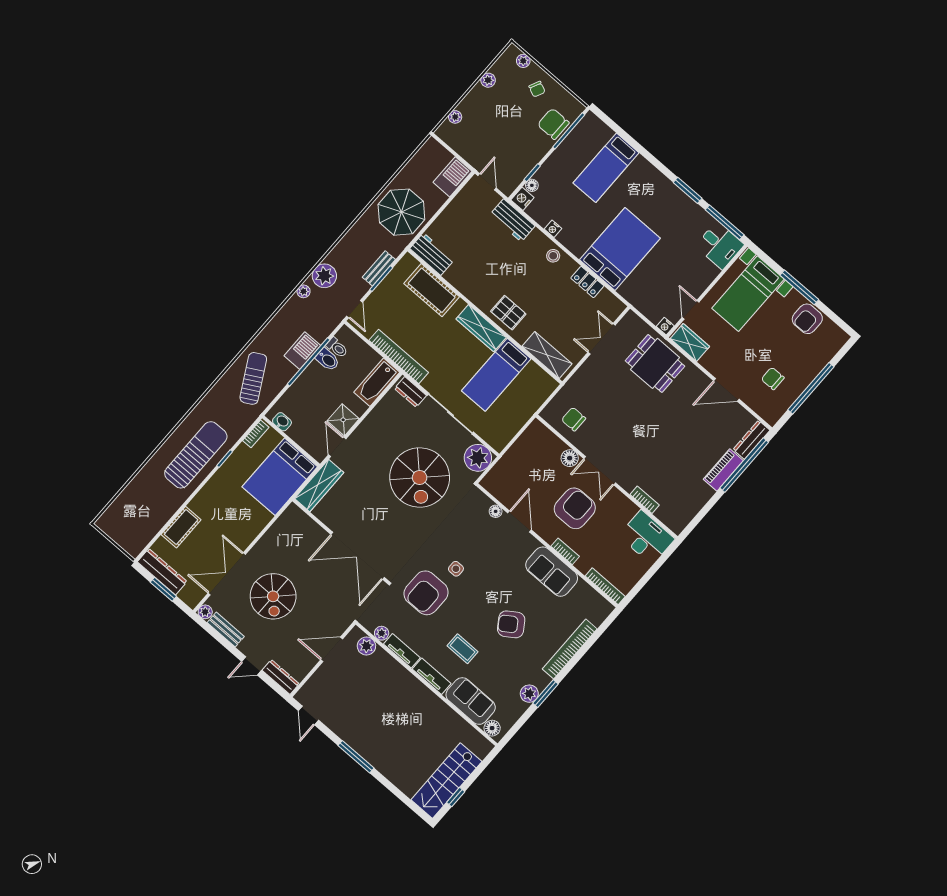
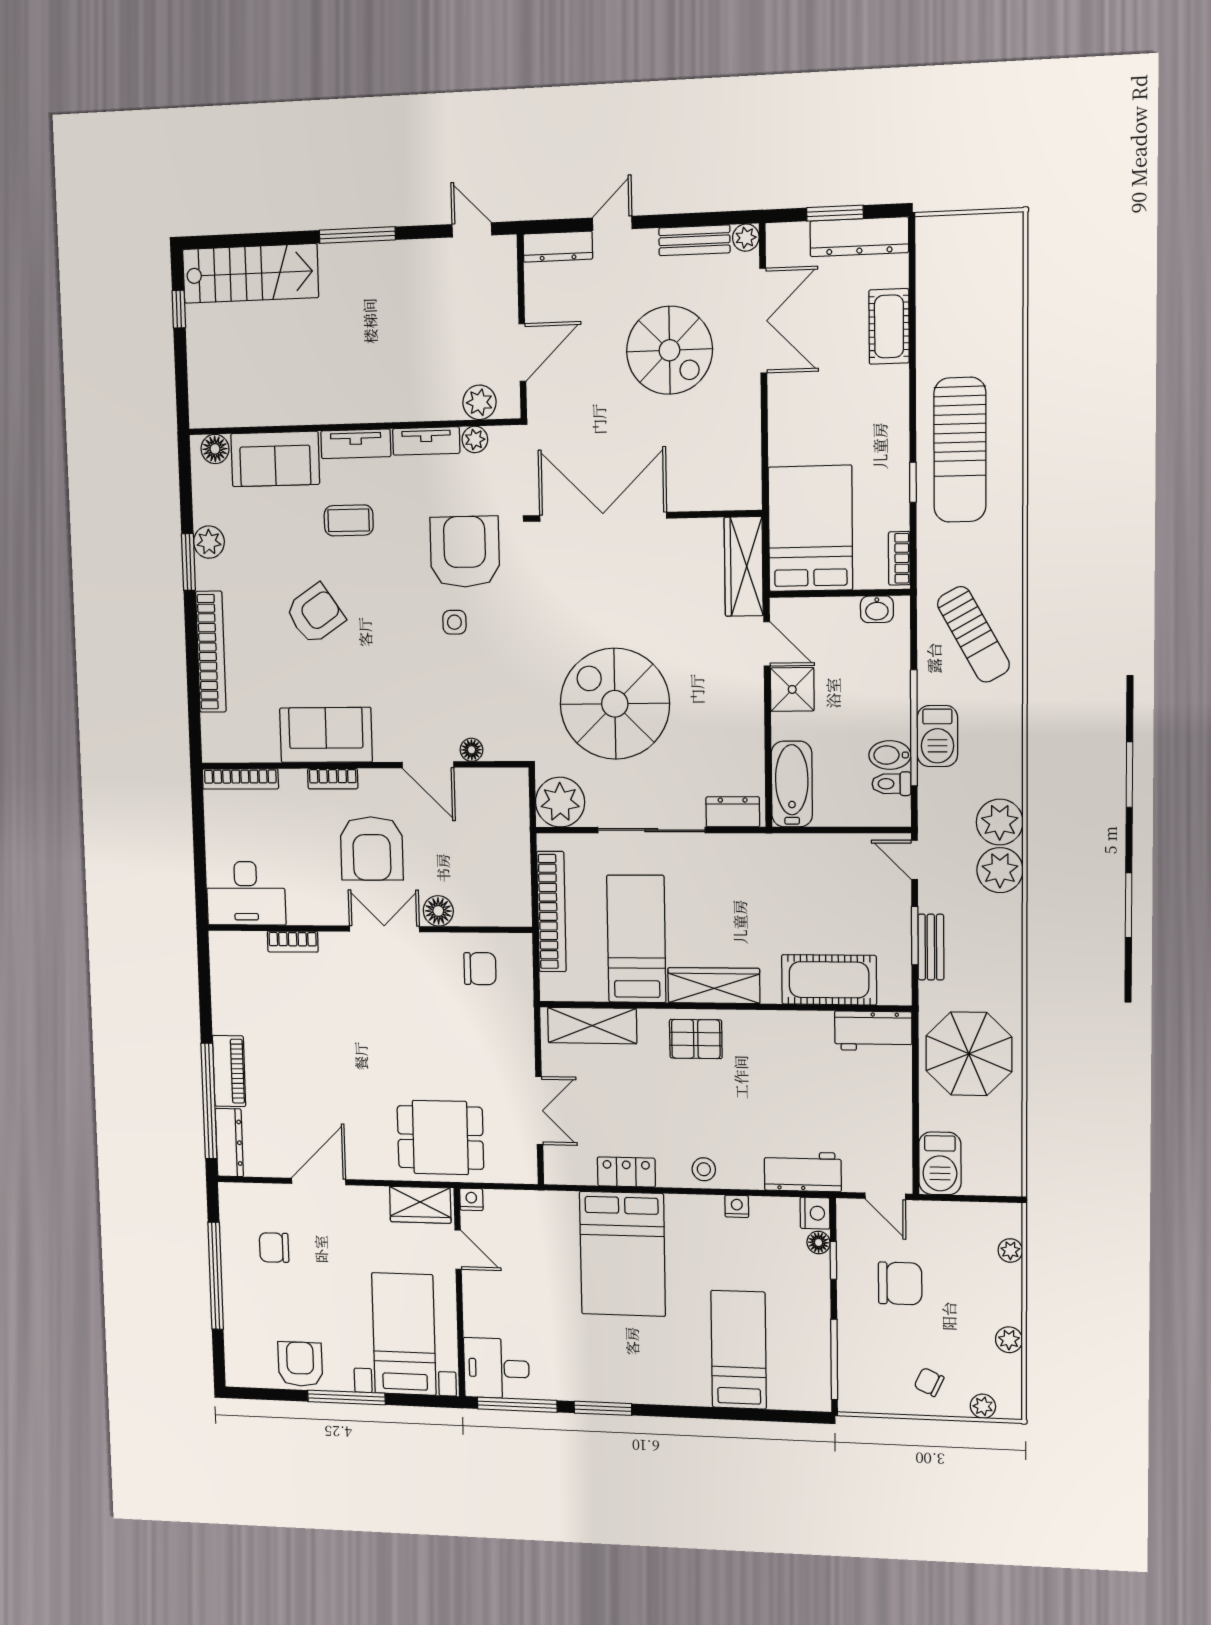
chair: (553, 124) -> (900, 1283), moved
plant: (304, 291) -> (1000, 822), width x1.88, depth x1.88
bookcase: (399, 356) -> (551, 912), moved, turned -90
chair: (773, 378) -> (274, 1248), turned 180
spiral stairs: (273, 596) -> (669, 350), turned 180
stairs: (446, 781) -> (250, 273), moved, turned 90

